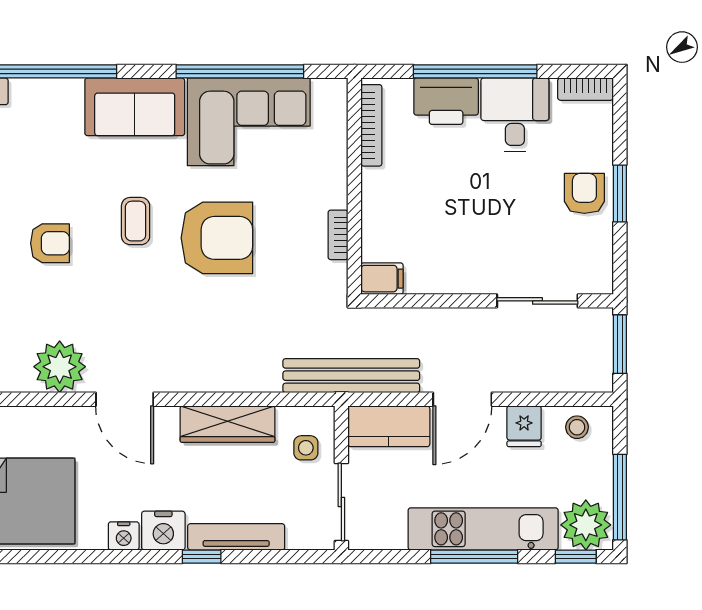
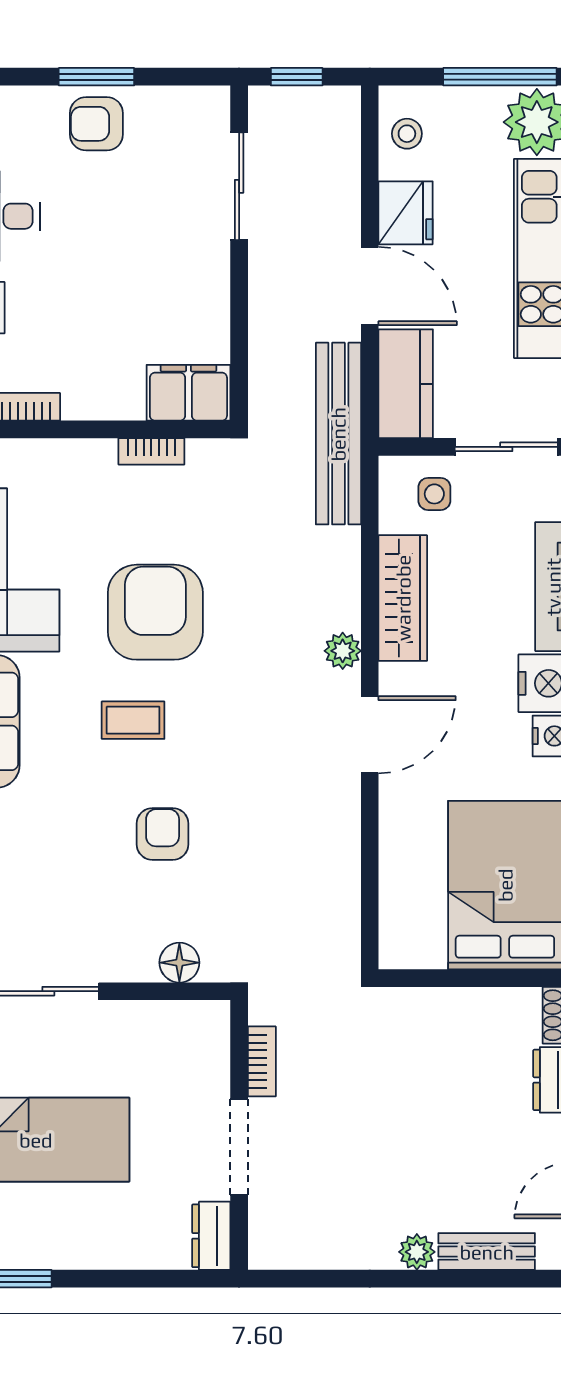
filing cabinet: (382, 279) -> (188, 393), width x2.00
window: (620, 344) -> (297, 77), width x0.67
plant: (60, 367) -> (343, 651), moved, width x0.53, depth x0.53
fridge: (524, 426) -> (406, 213), width x1.38

